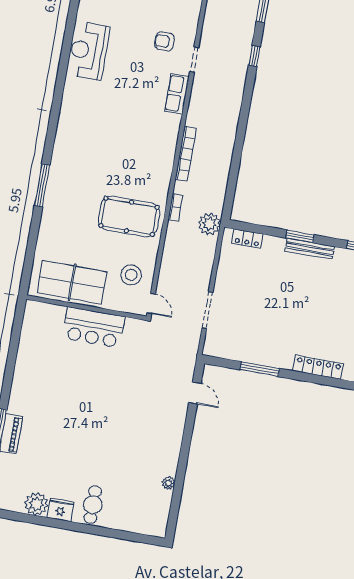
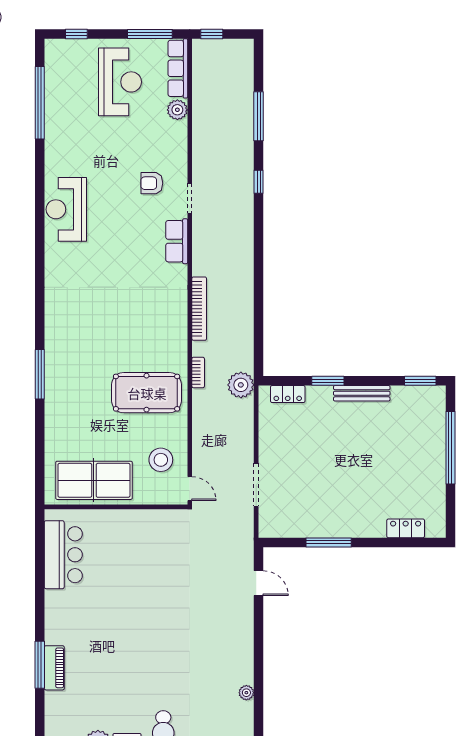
window: (300, 236) -> (328, 381), moved
bar counter: (94, 327) -> (63, 555), moved, turned -90
locker: (318, 367) -> (406, 528), width x0.66

